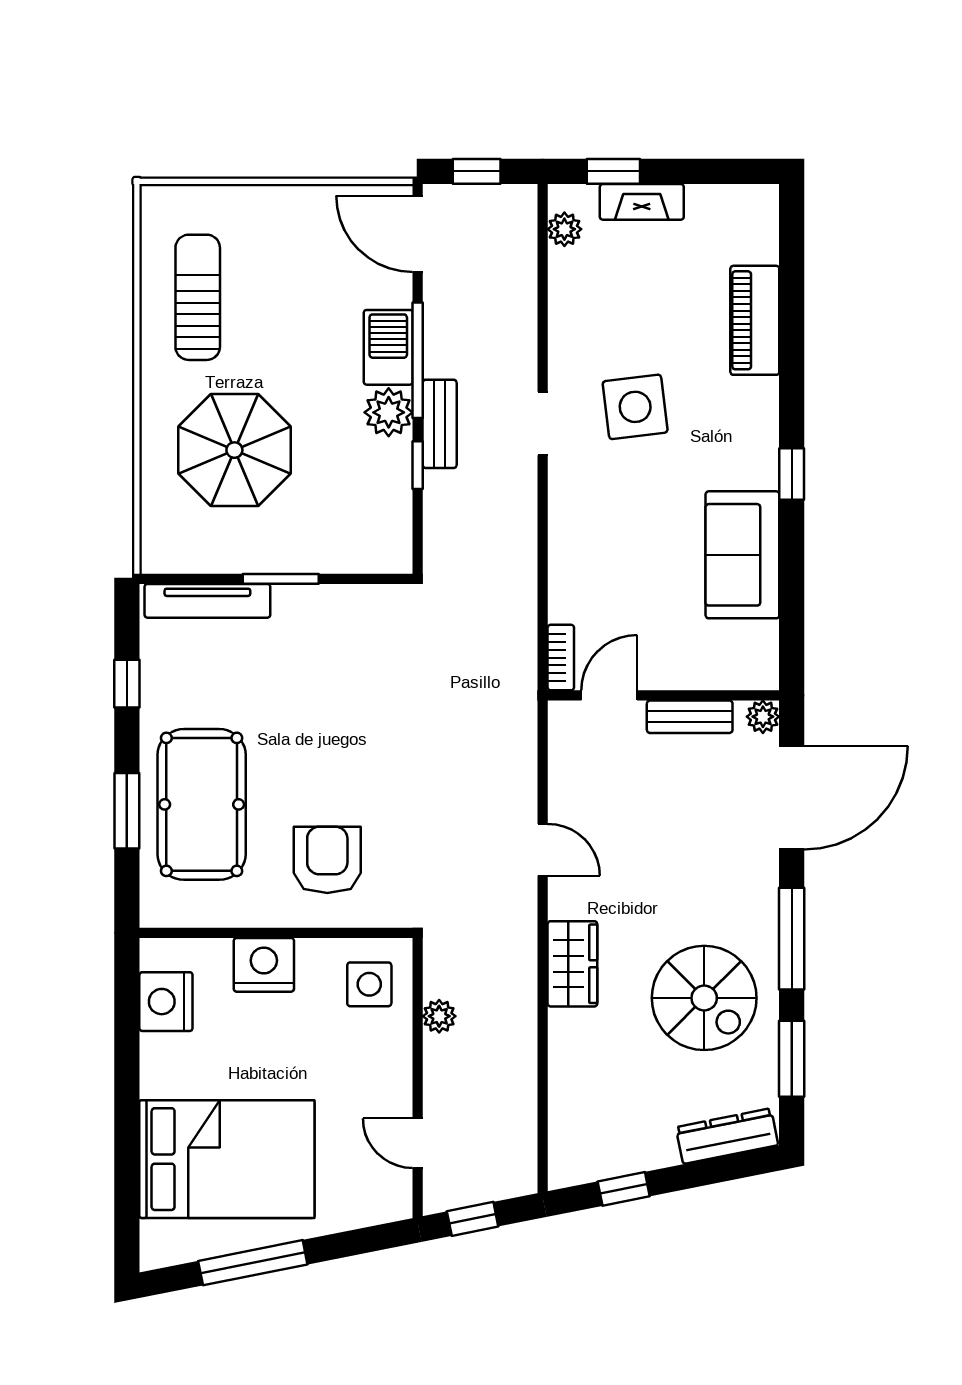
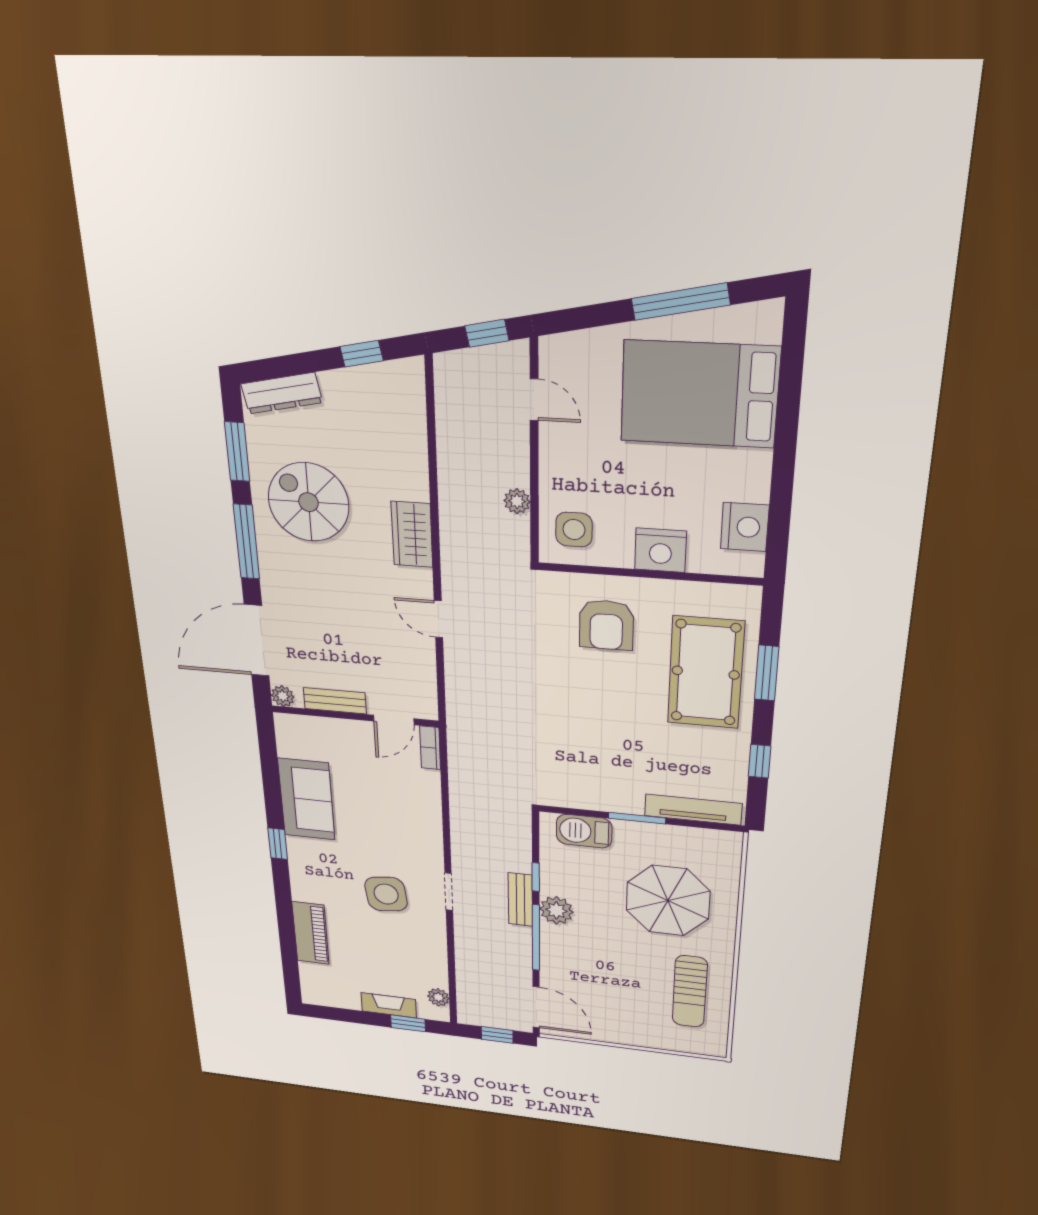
barbecue: (388, 347) -> (584, 831), moved, turned 90

